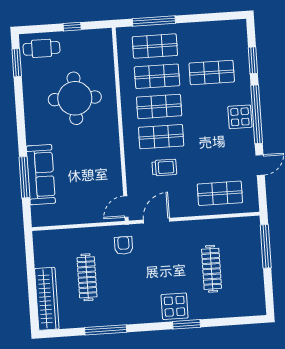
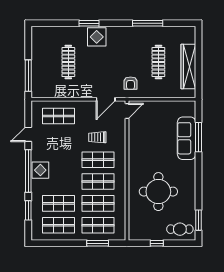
window: (154, 21) -> (98, 243), width x0.69
shop shelf: (210, 42) -> (58, 225), added
wardrobe: (47, 299) -> (188, 67), moved

